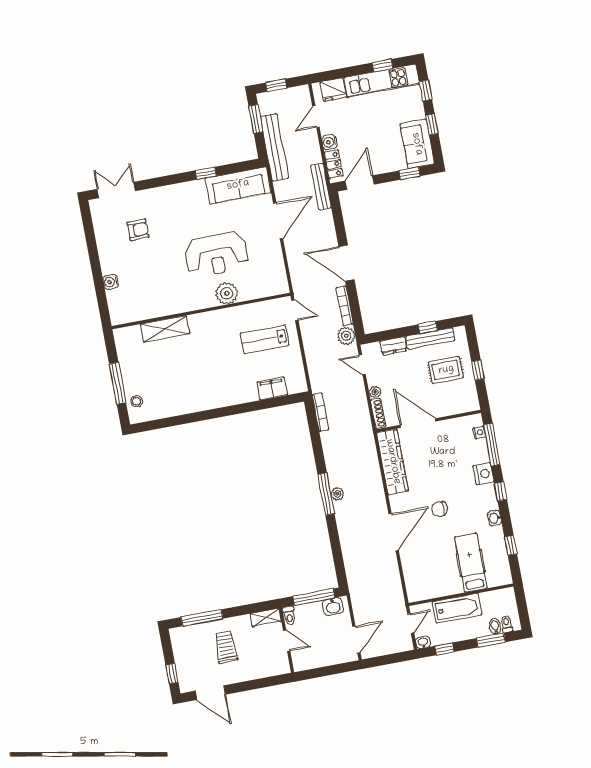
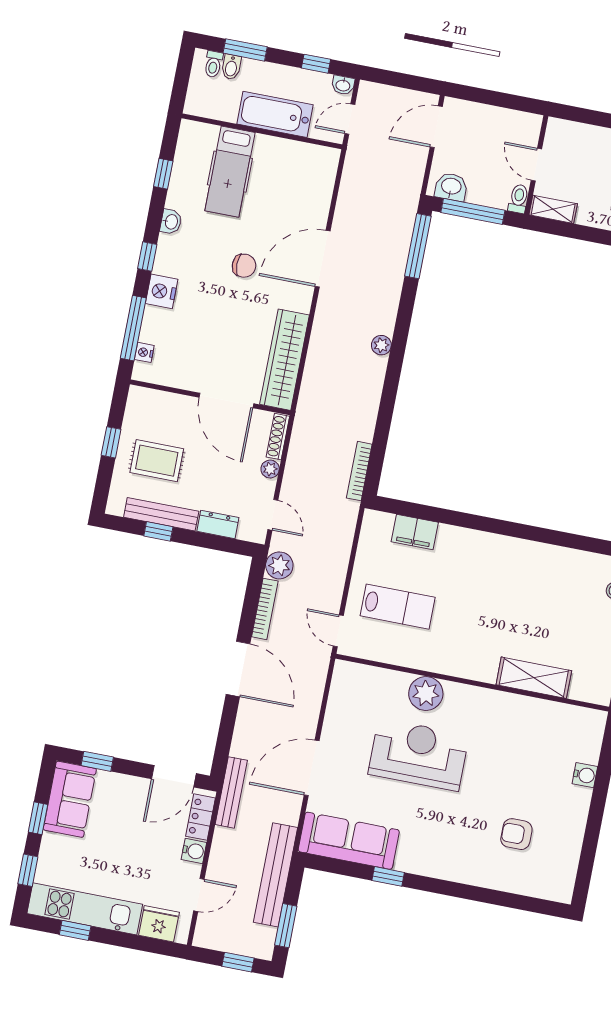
double door: (116, 190) -> (525, 903), removed
window: (326, 494) -> (418, 246), moved

